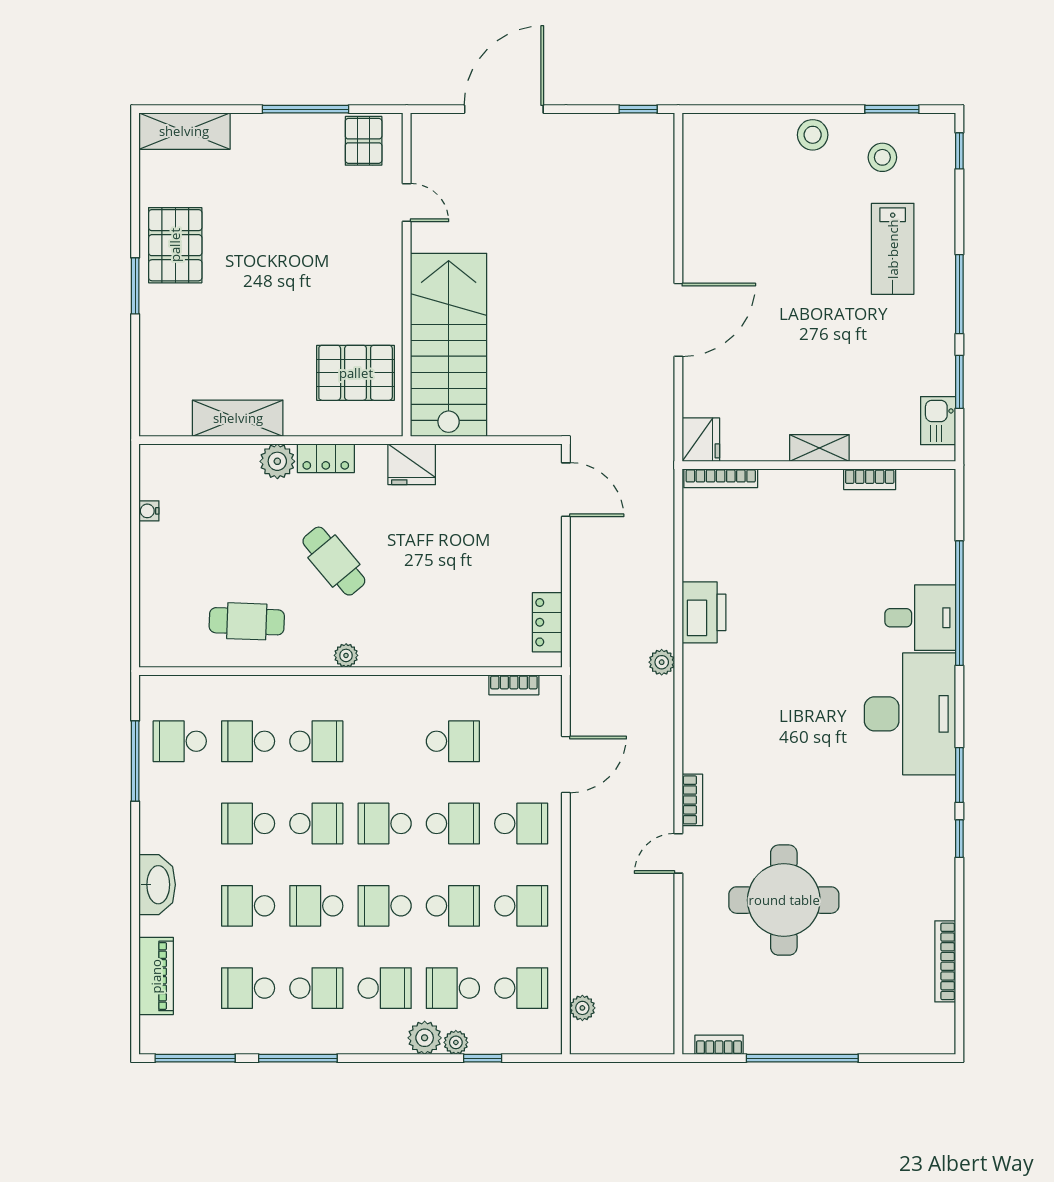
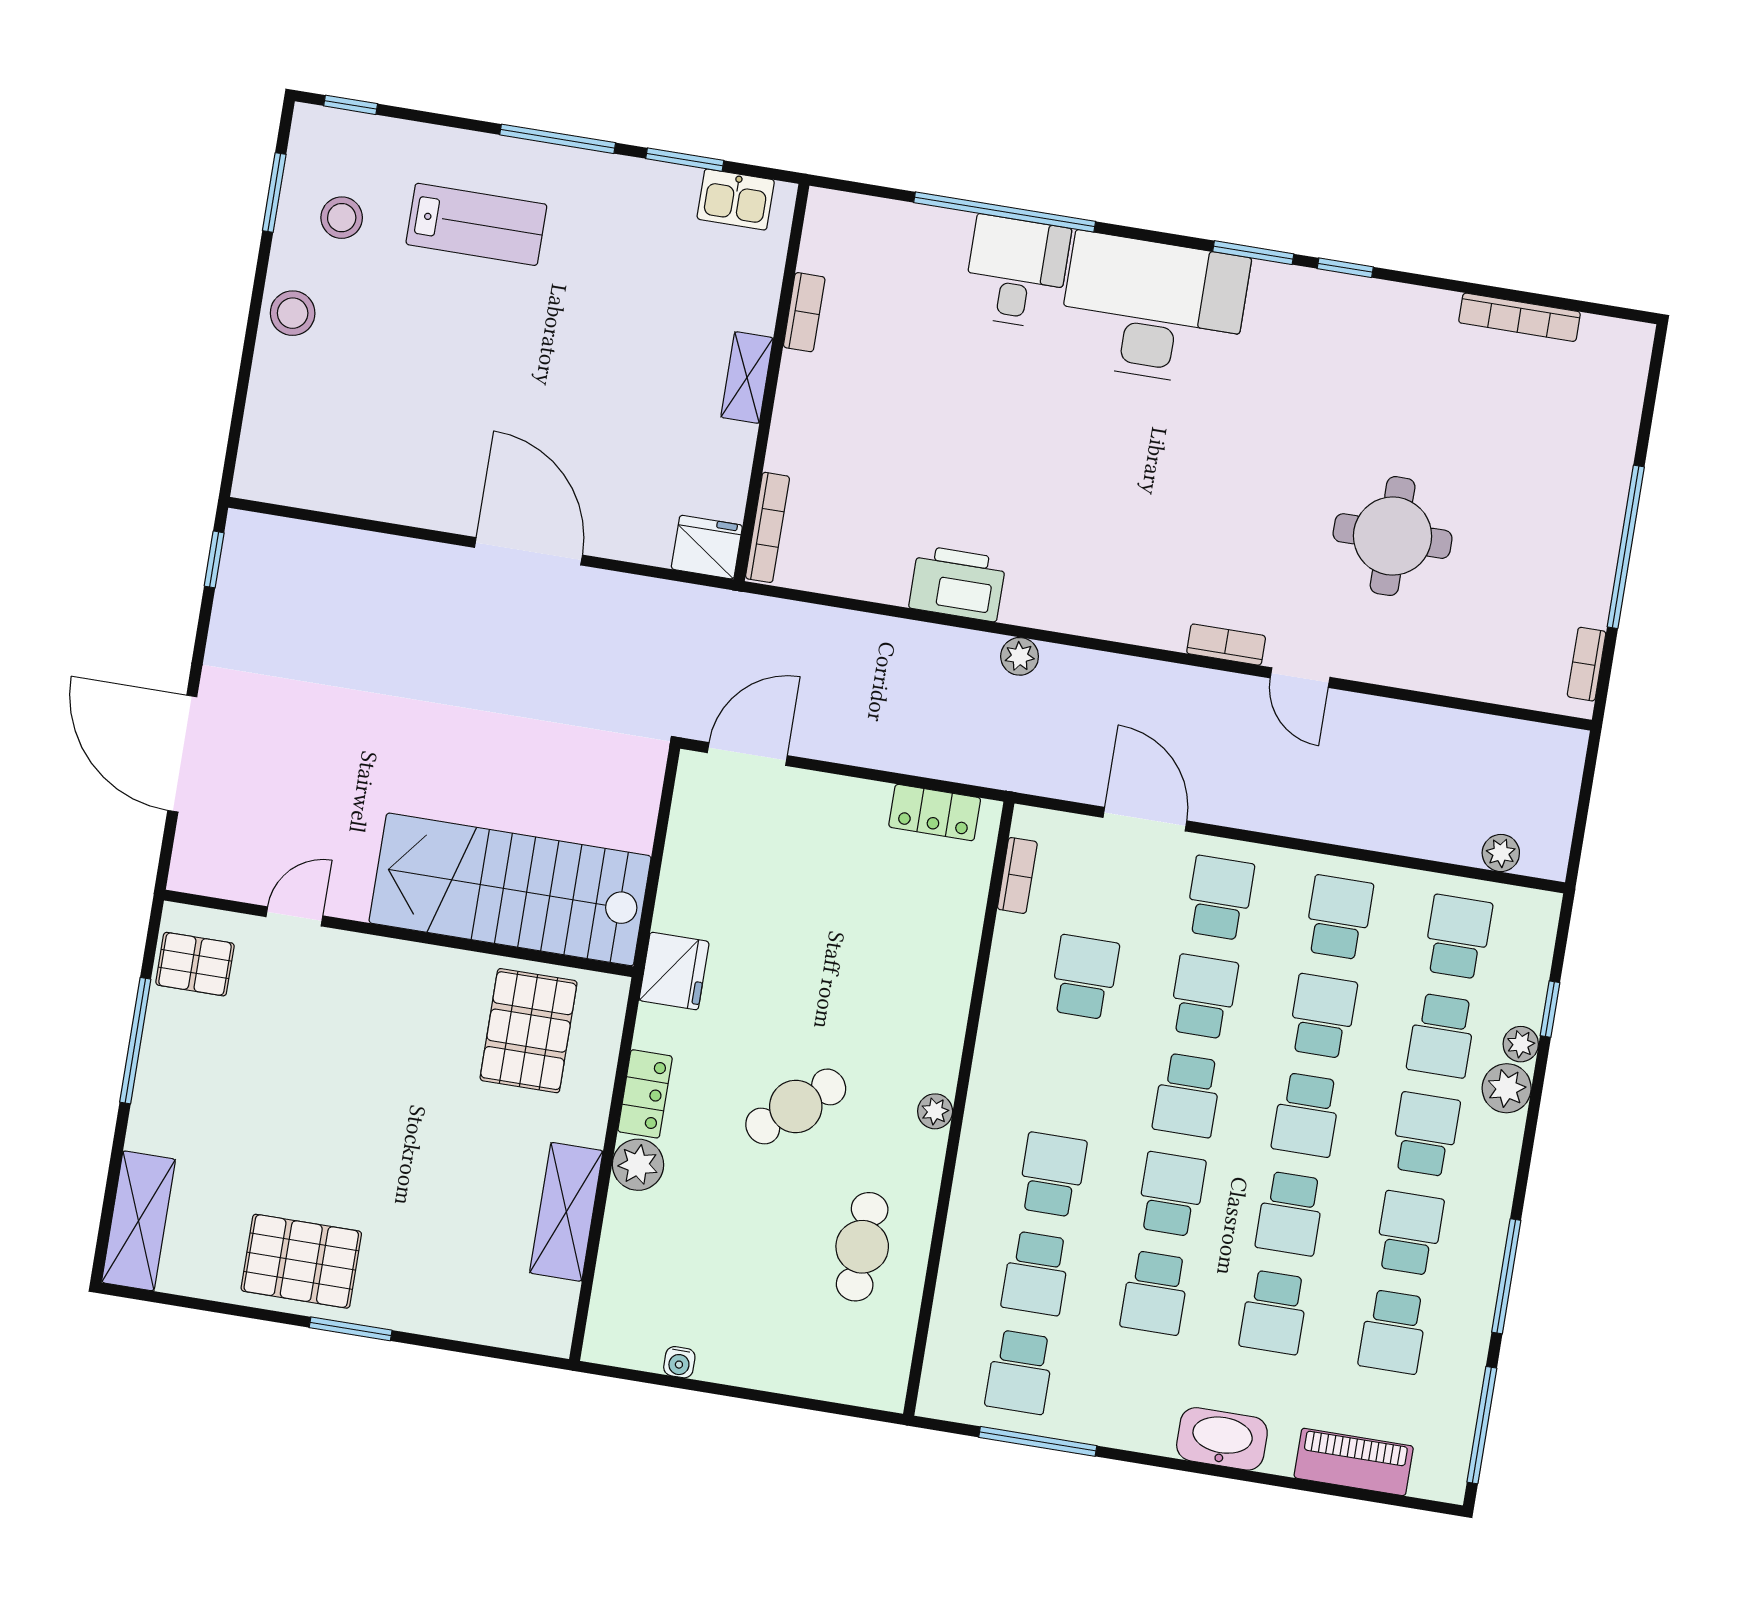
round table: (784, 900) -> (1393, 536), width x0.73, depth x0.73

